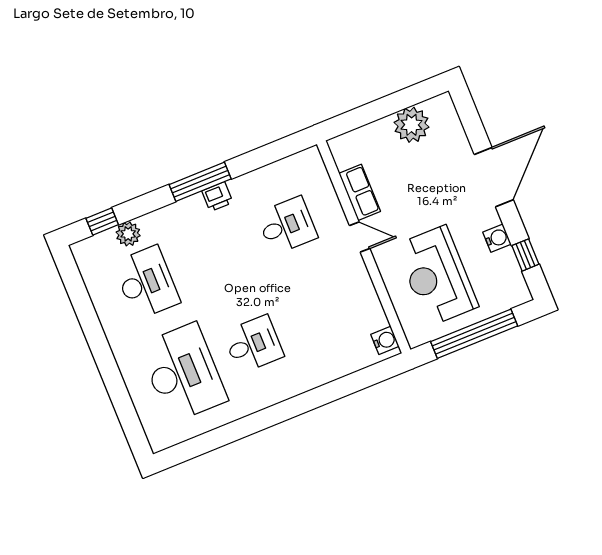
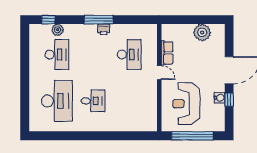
desk: (287, 226) -> (129, 55), width x1.37
window: (525, 255) -> (229, 100), moved
water cooler: (385, 340) -> (152, 123), removed

